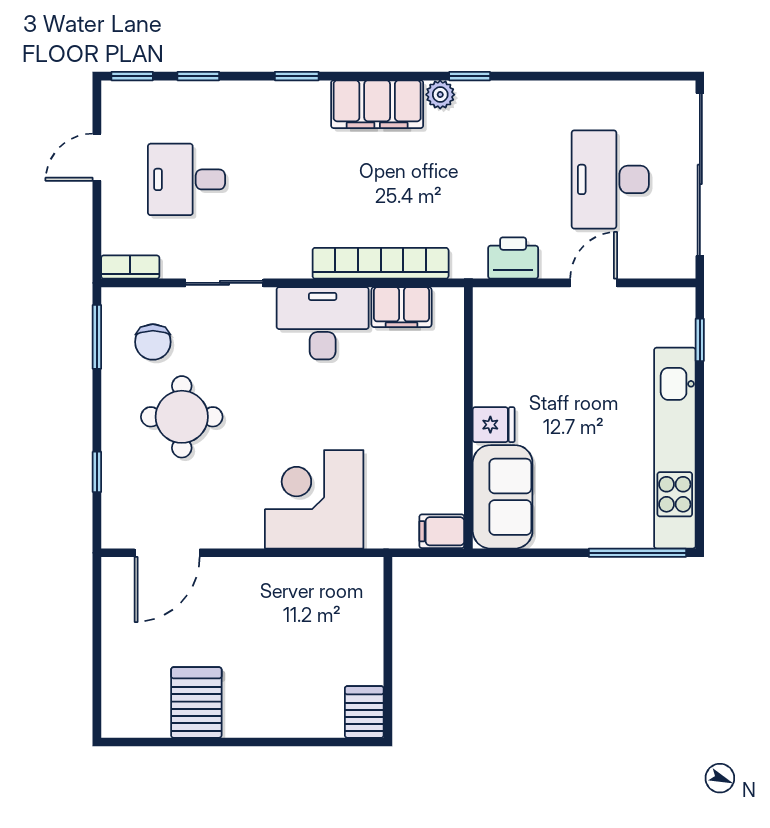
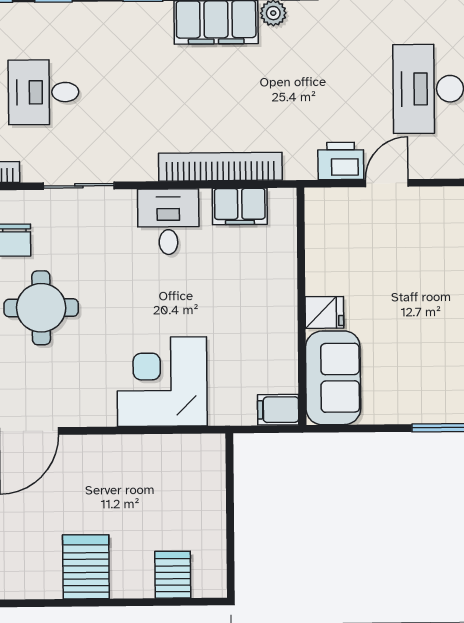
door: (594, 283) -> (387, 183), moved
desk: (323, 323) -> (168, 222), width x0.73
server rack: (196, 702) -> (86, 567), moved
server rack: (364, 712) -> (173, 575), moved

